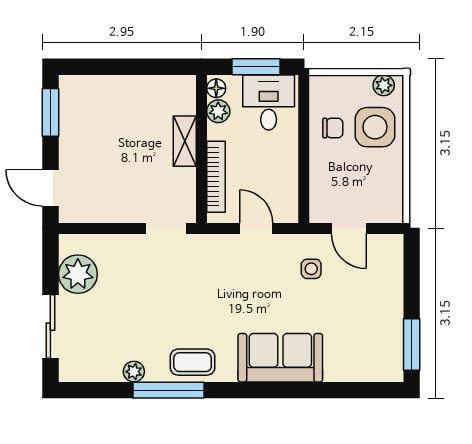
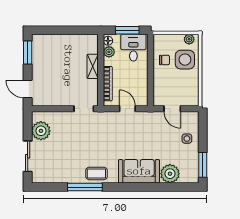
side table: (311, 269) -> (187, 139), moved
plant: (134, 372) -> (170, 174), moved, width x1.87, depth x1.87

